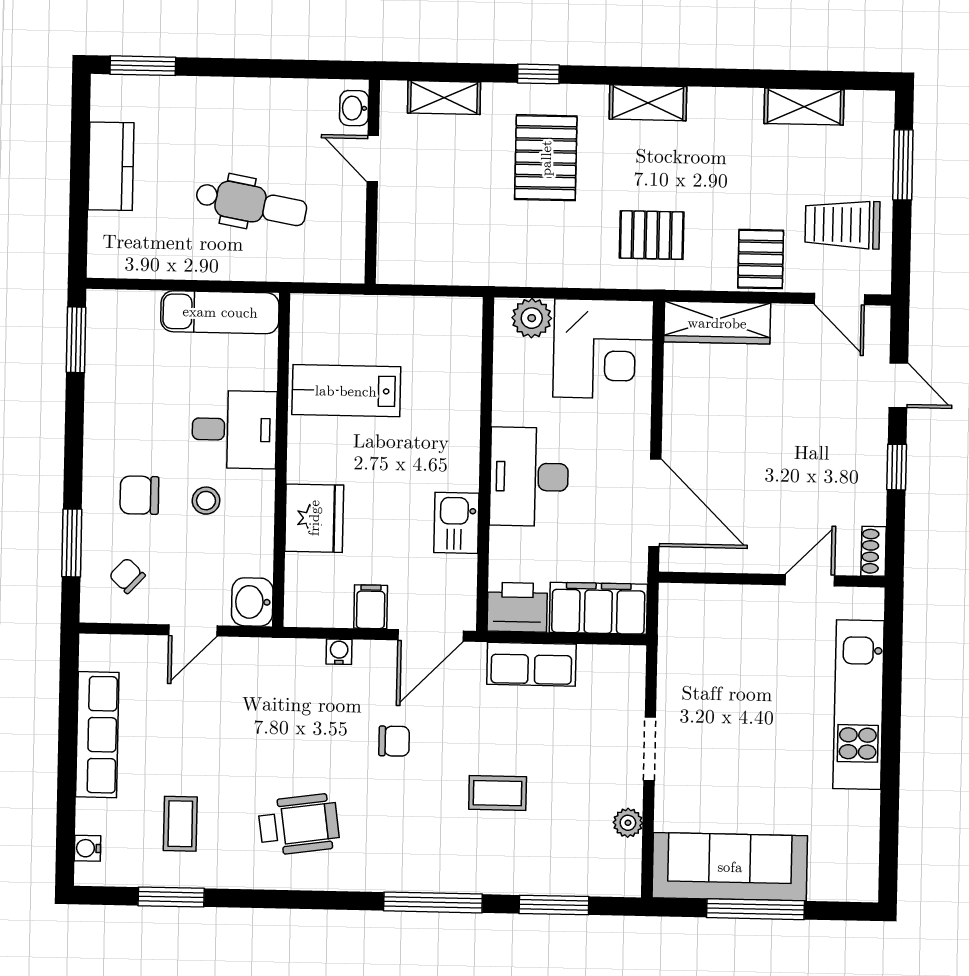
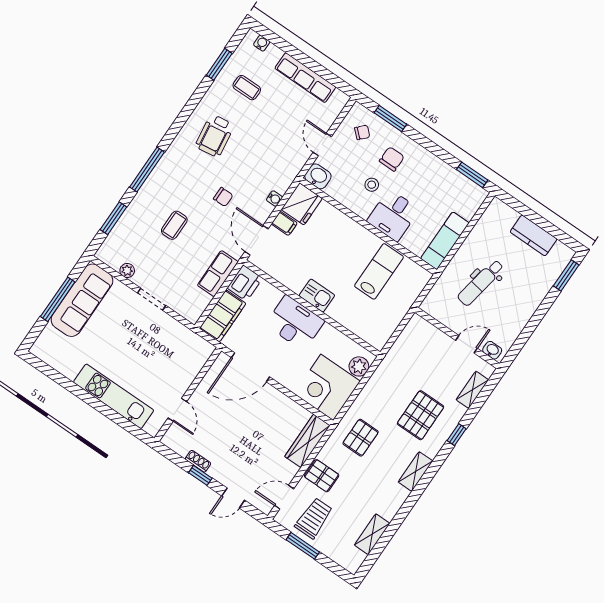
pallet: (546, 158) -> (421, 415), turned 90
window: (903, 165) -> (303, 546), moved
fridge: (314, 518) -> (302, 204), moved, turned -90
kitchen sink: (456, 523) -> (317, 296), moved
shoe rack: (874, 551) -> (198, 461), moved
chair: (394, 741) -> (223, 197), turned -90

